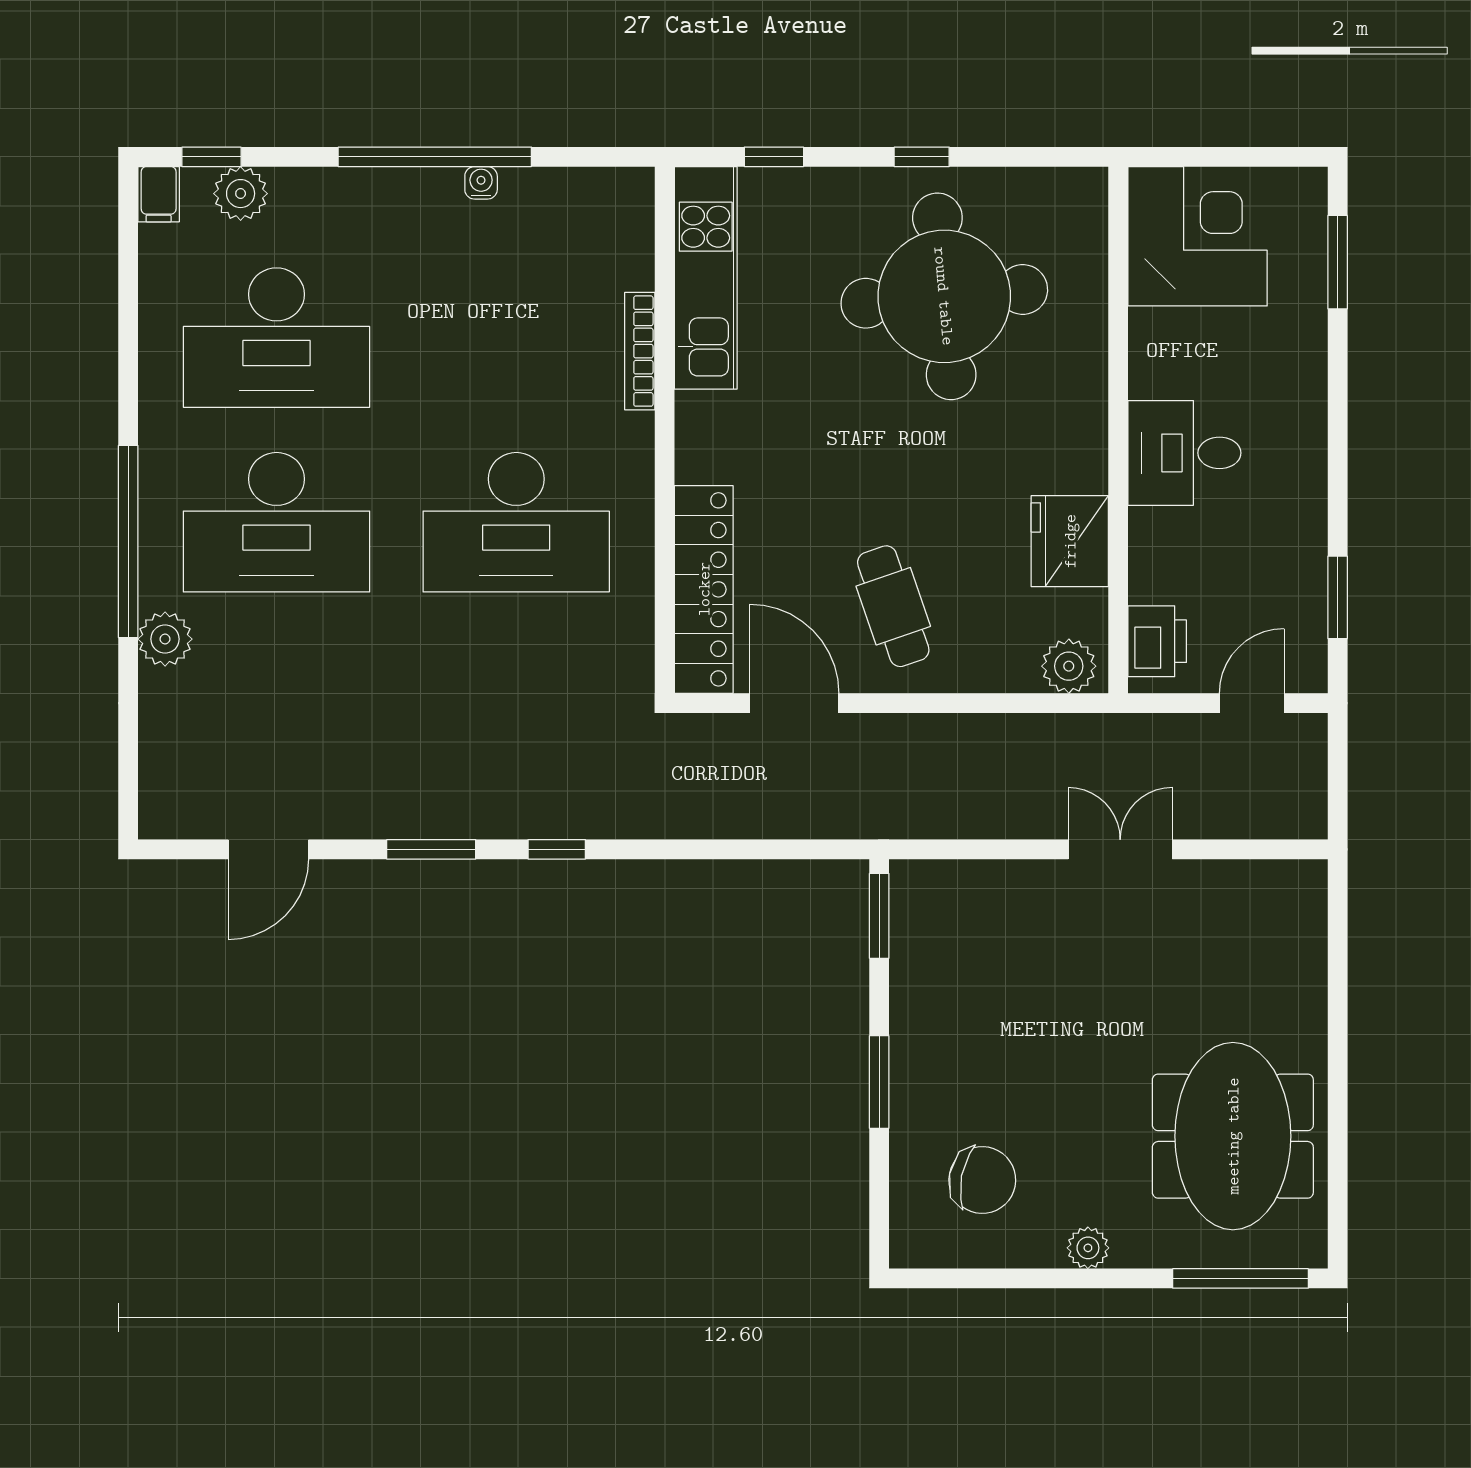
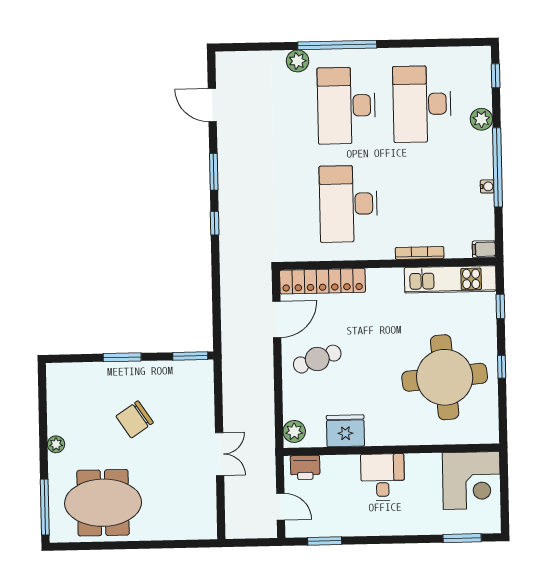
filing cabinet: (159, 194) -> (484, 249), moved
plant: (241, 194) -> (481, 119), moved
chair: (982, 1180) -> (135, 419), moved, turned 45

